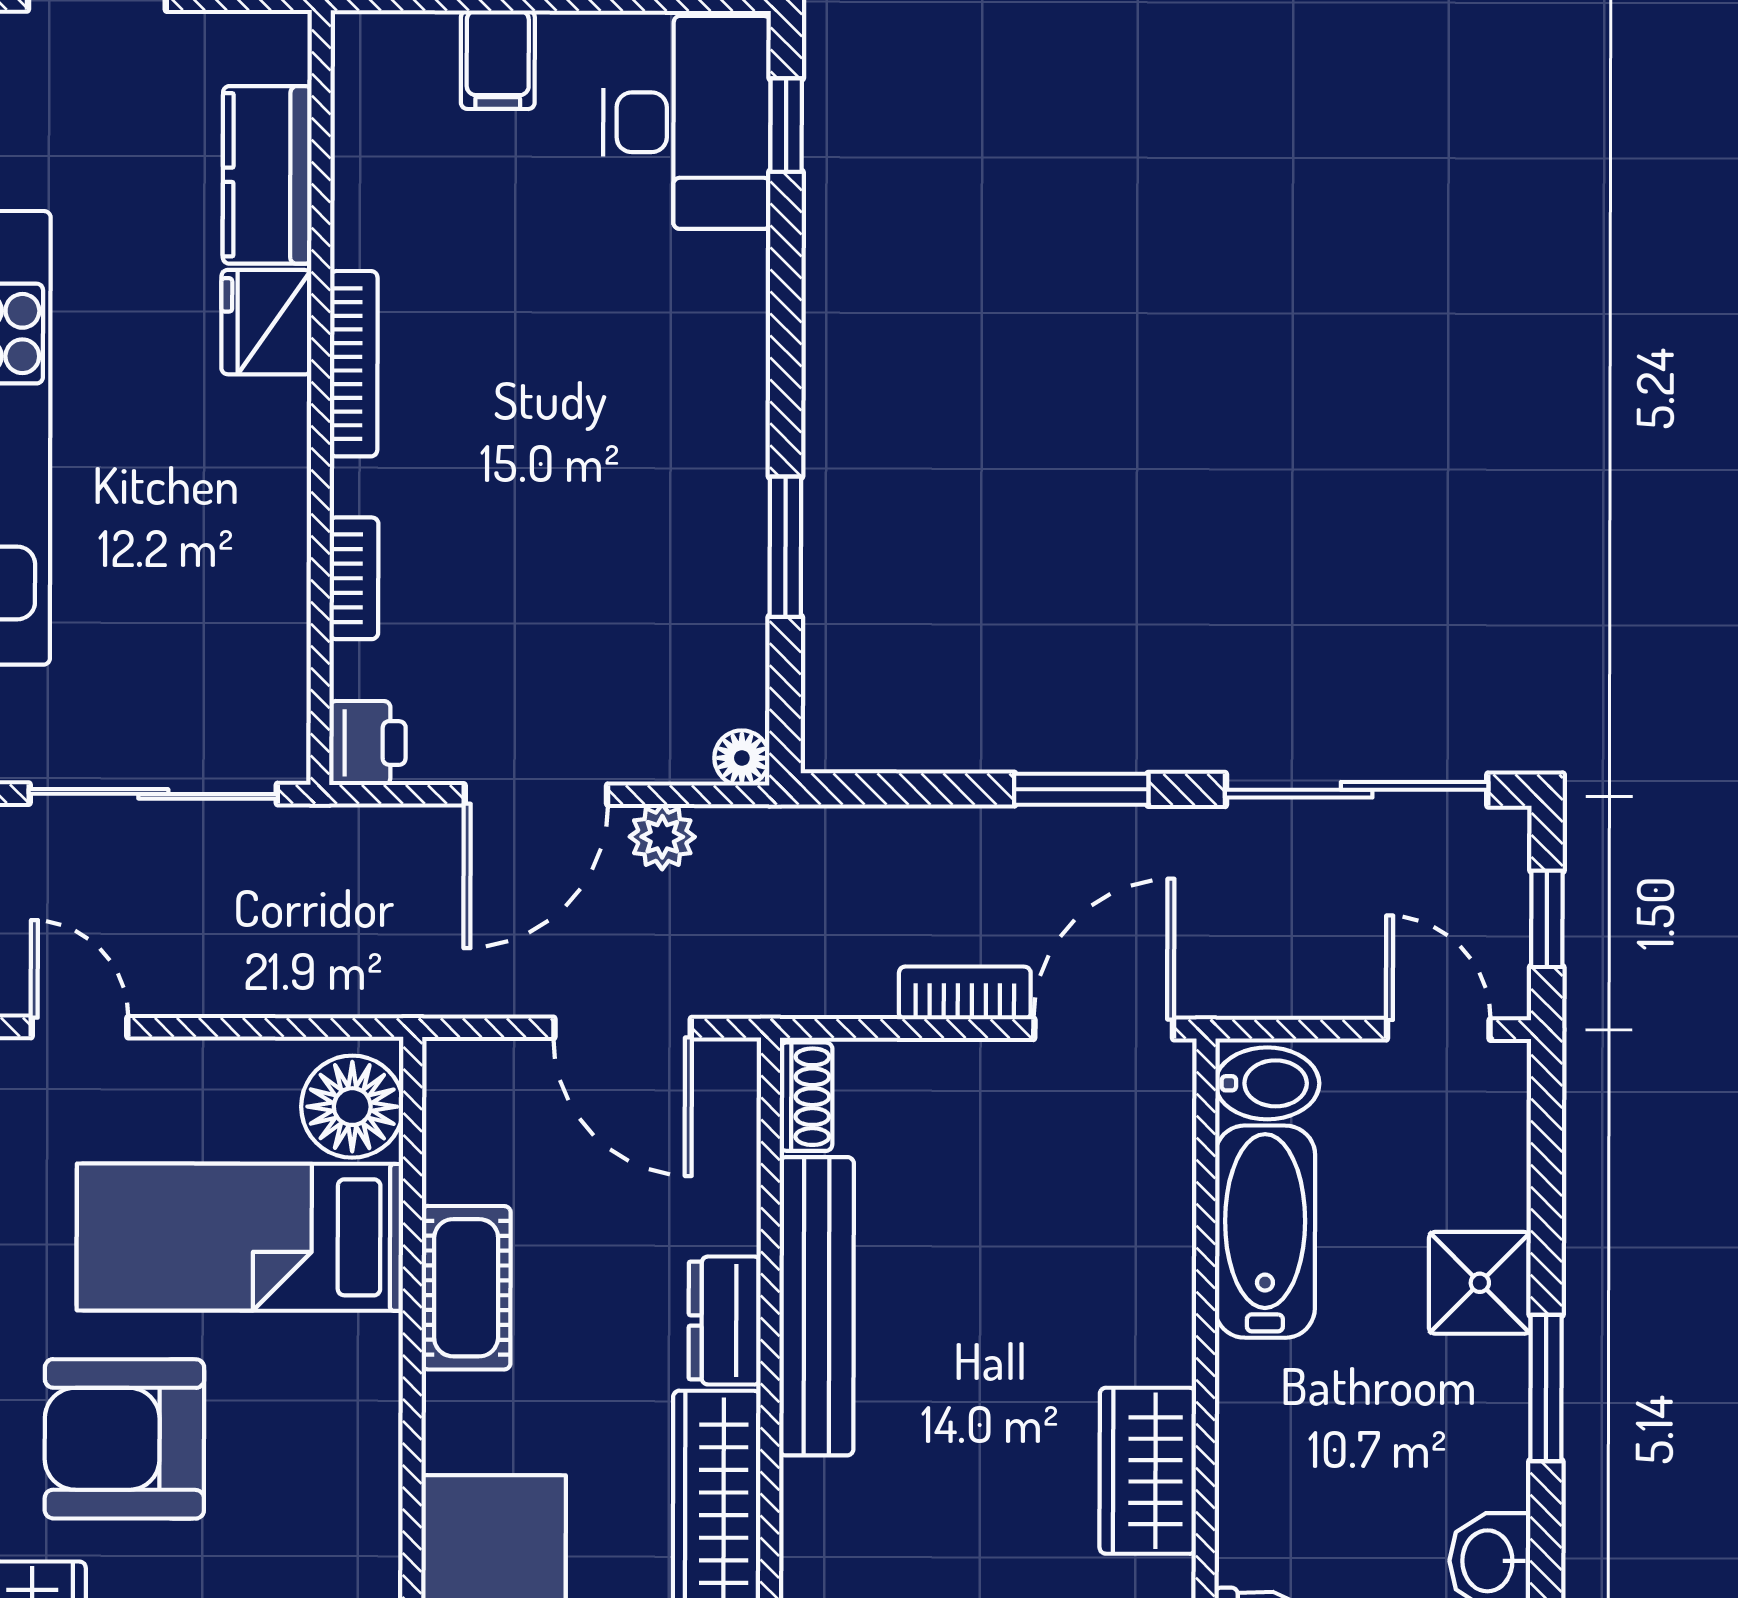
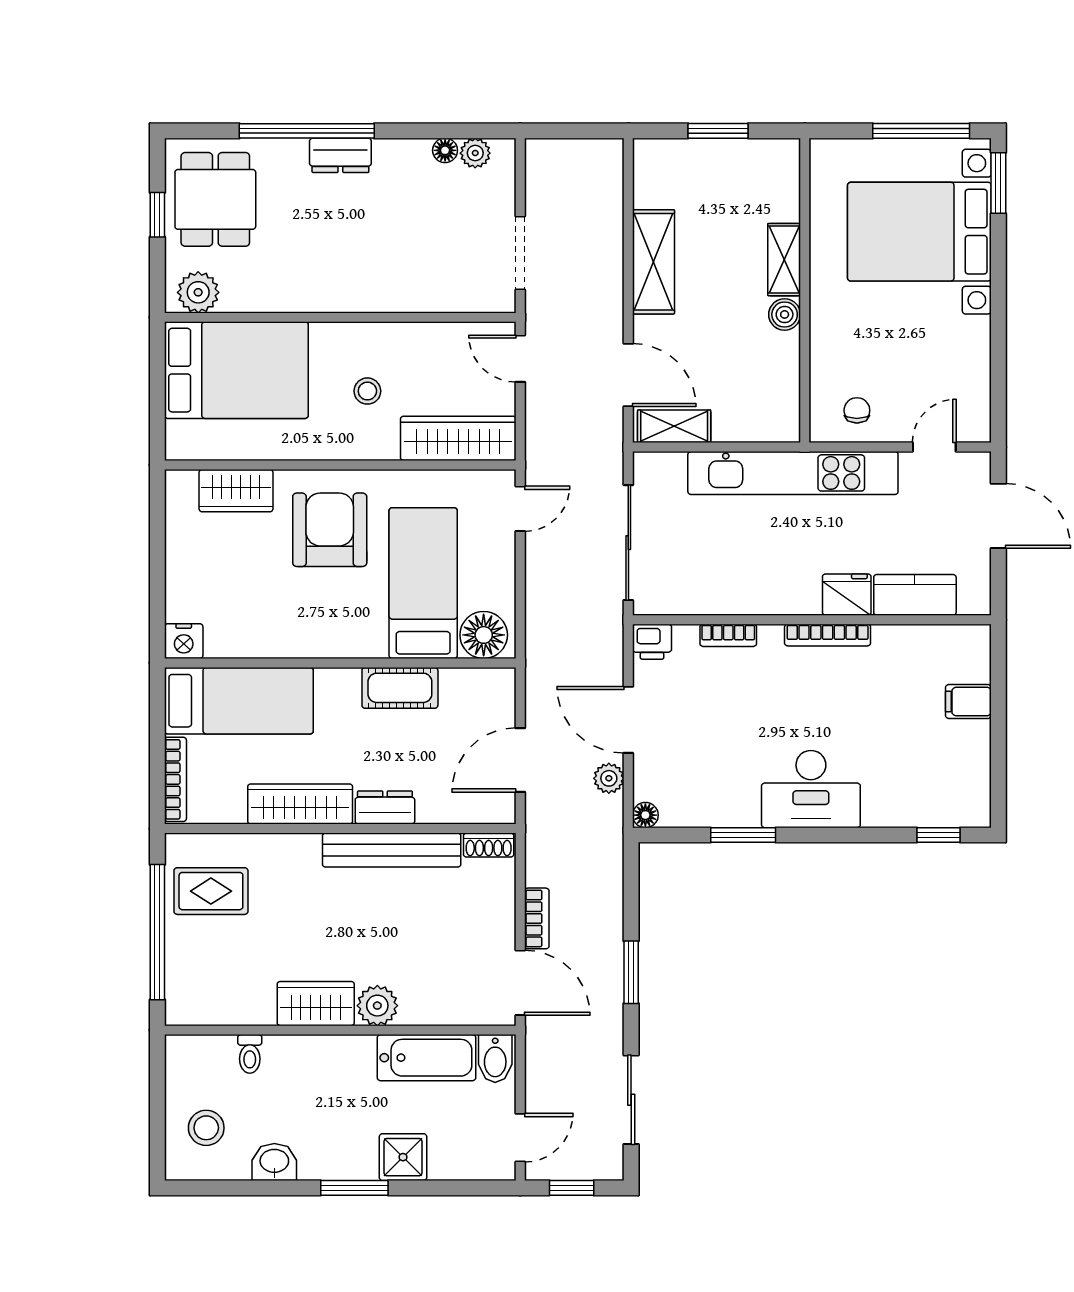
desk: (687, 122) -> (811, 789), moved
sliding door: (1357, 790) -> (631, 1100), width x0.73
plant: (1152, 1338) -> (377, 1006), added

